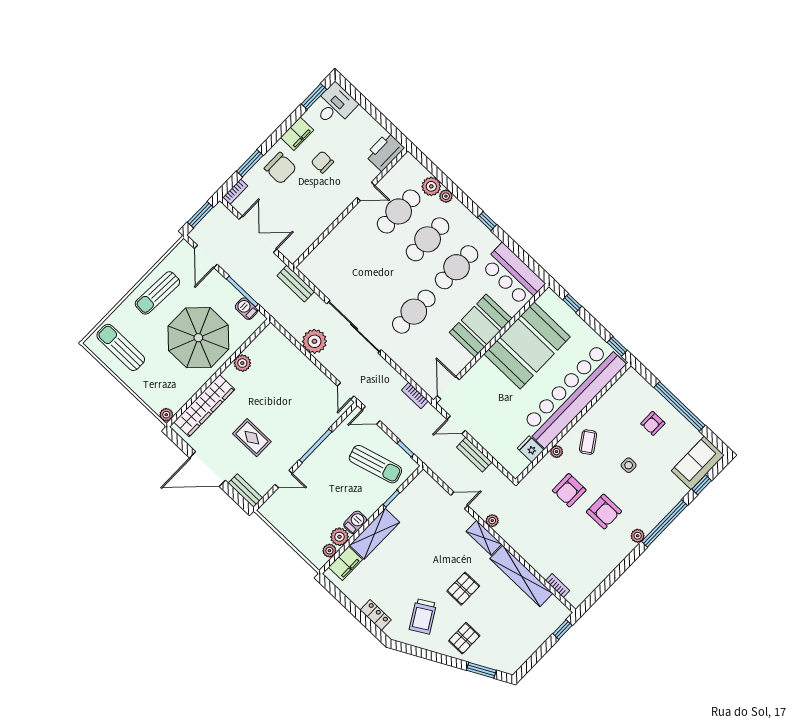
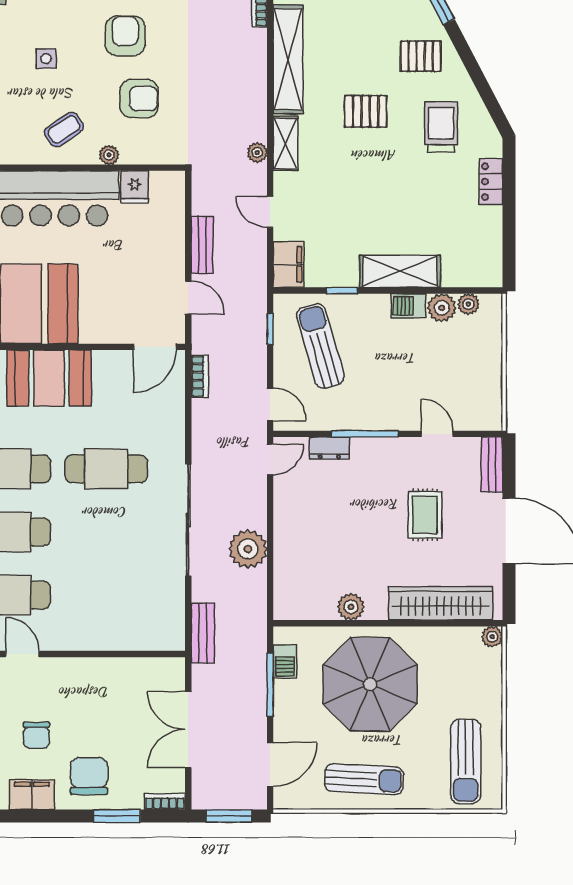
dresser: (325, 423) -> (329, 448), added
filing cabinet: (345, 563) -> (289, 264), moved, turned 90
trolley: (423, 616) -> (441, 127), turned -59

